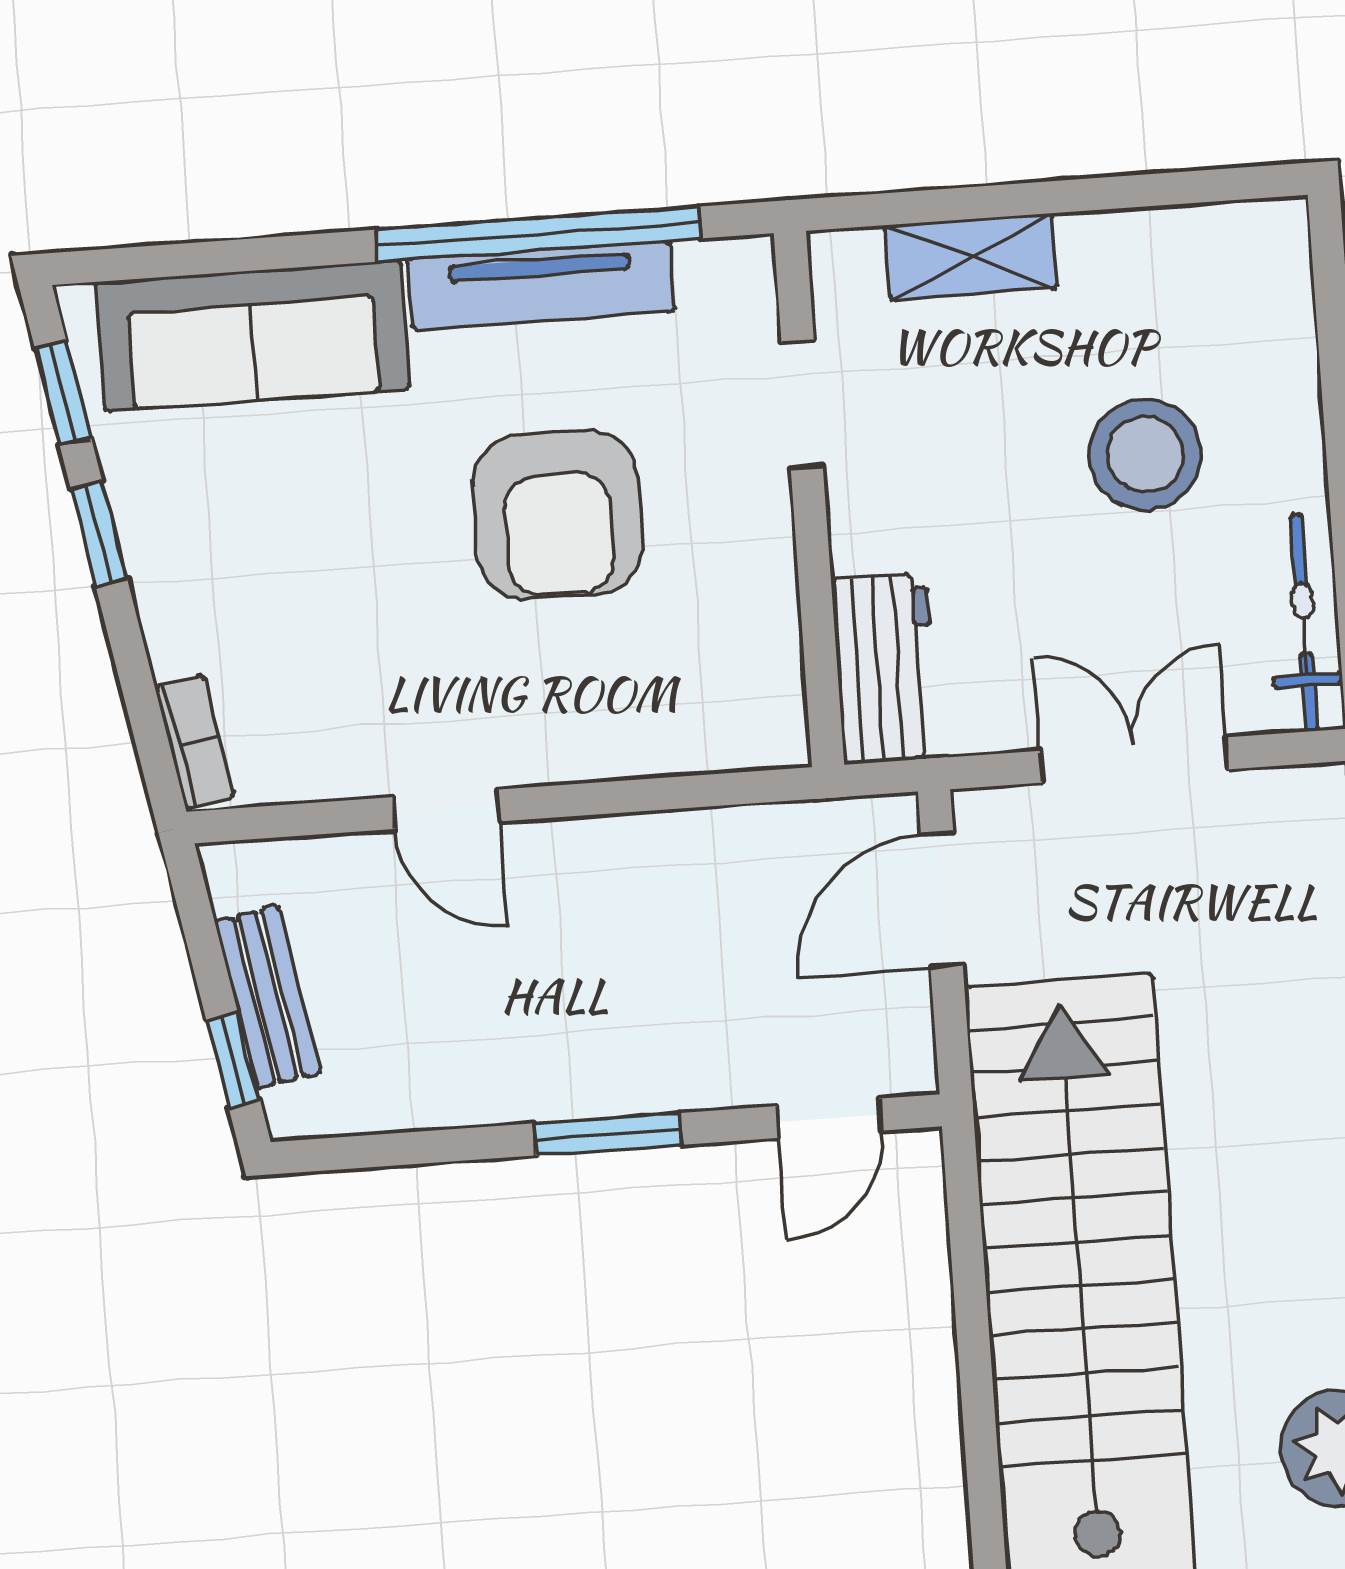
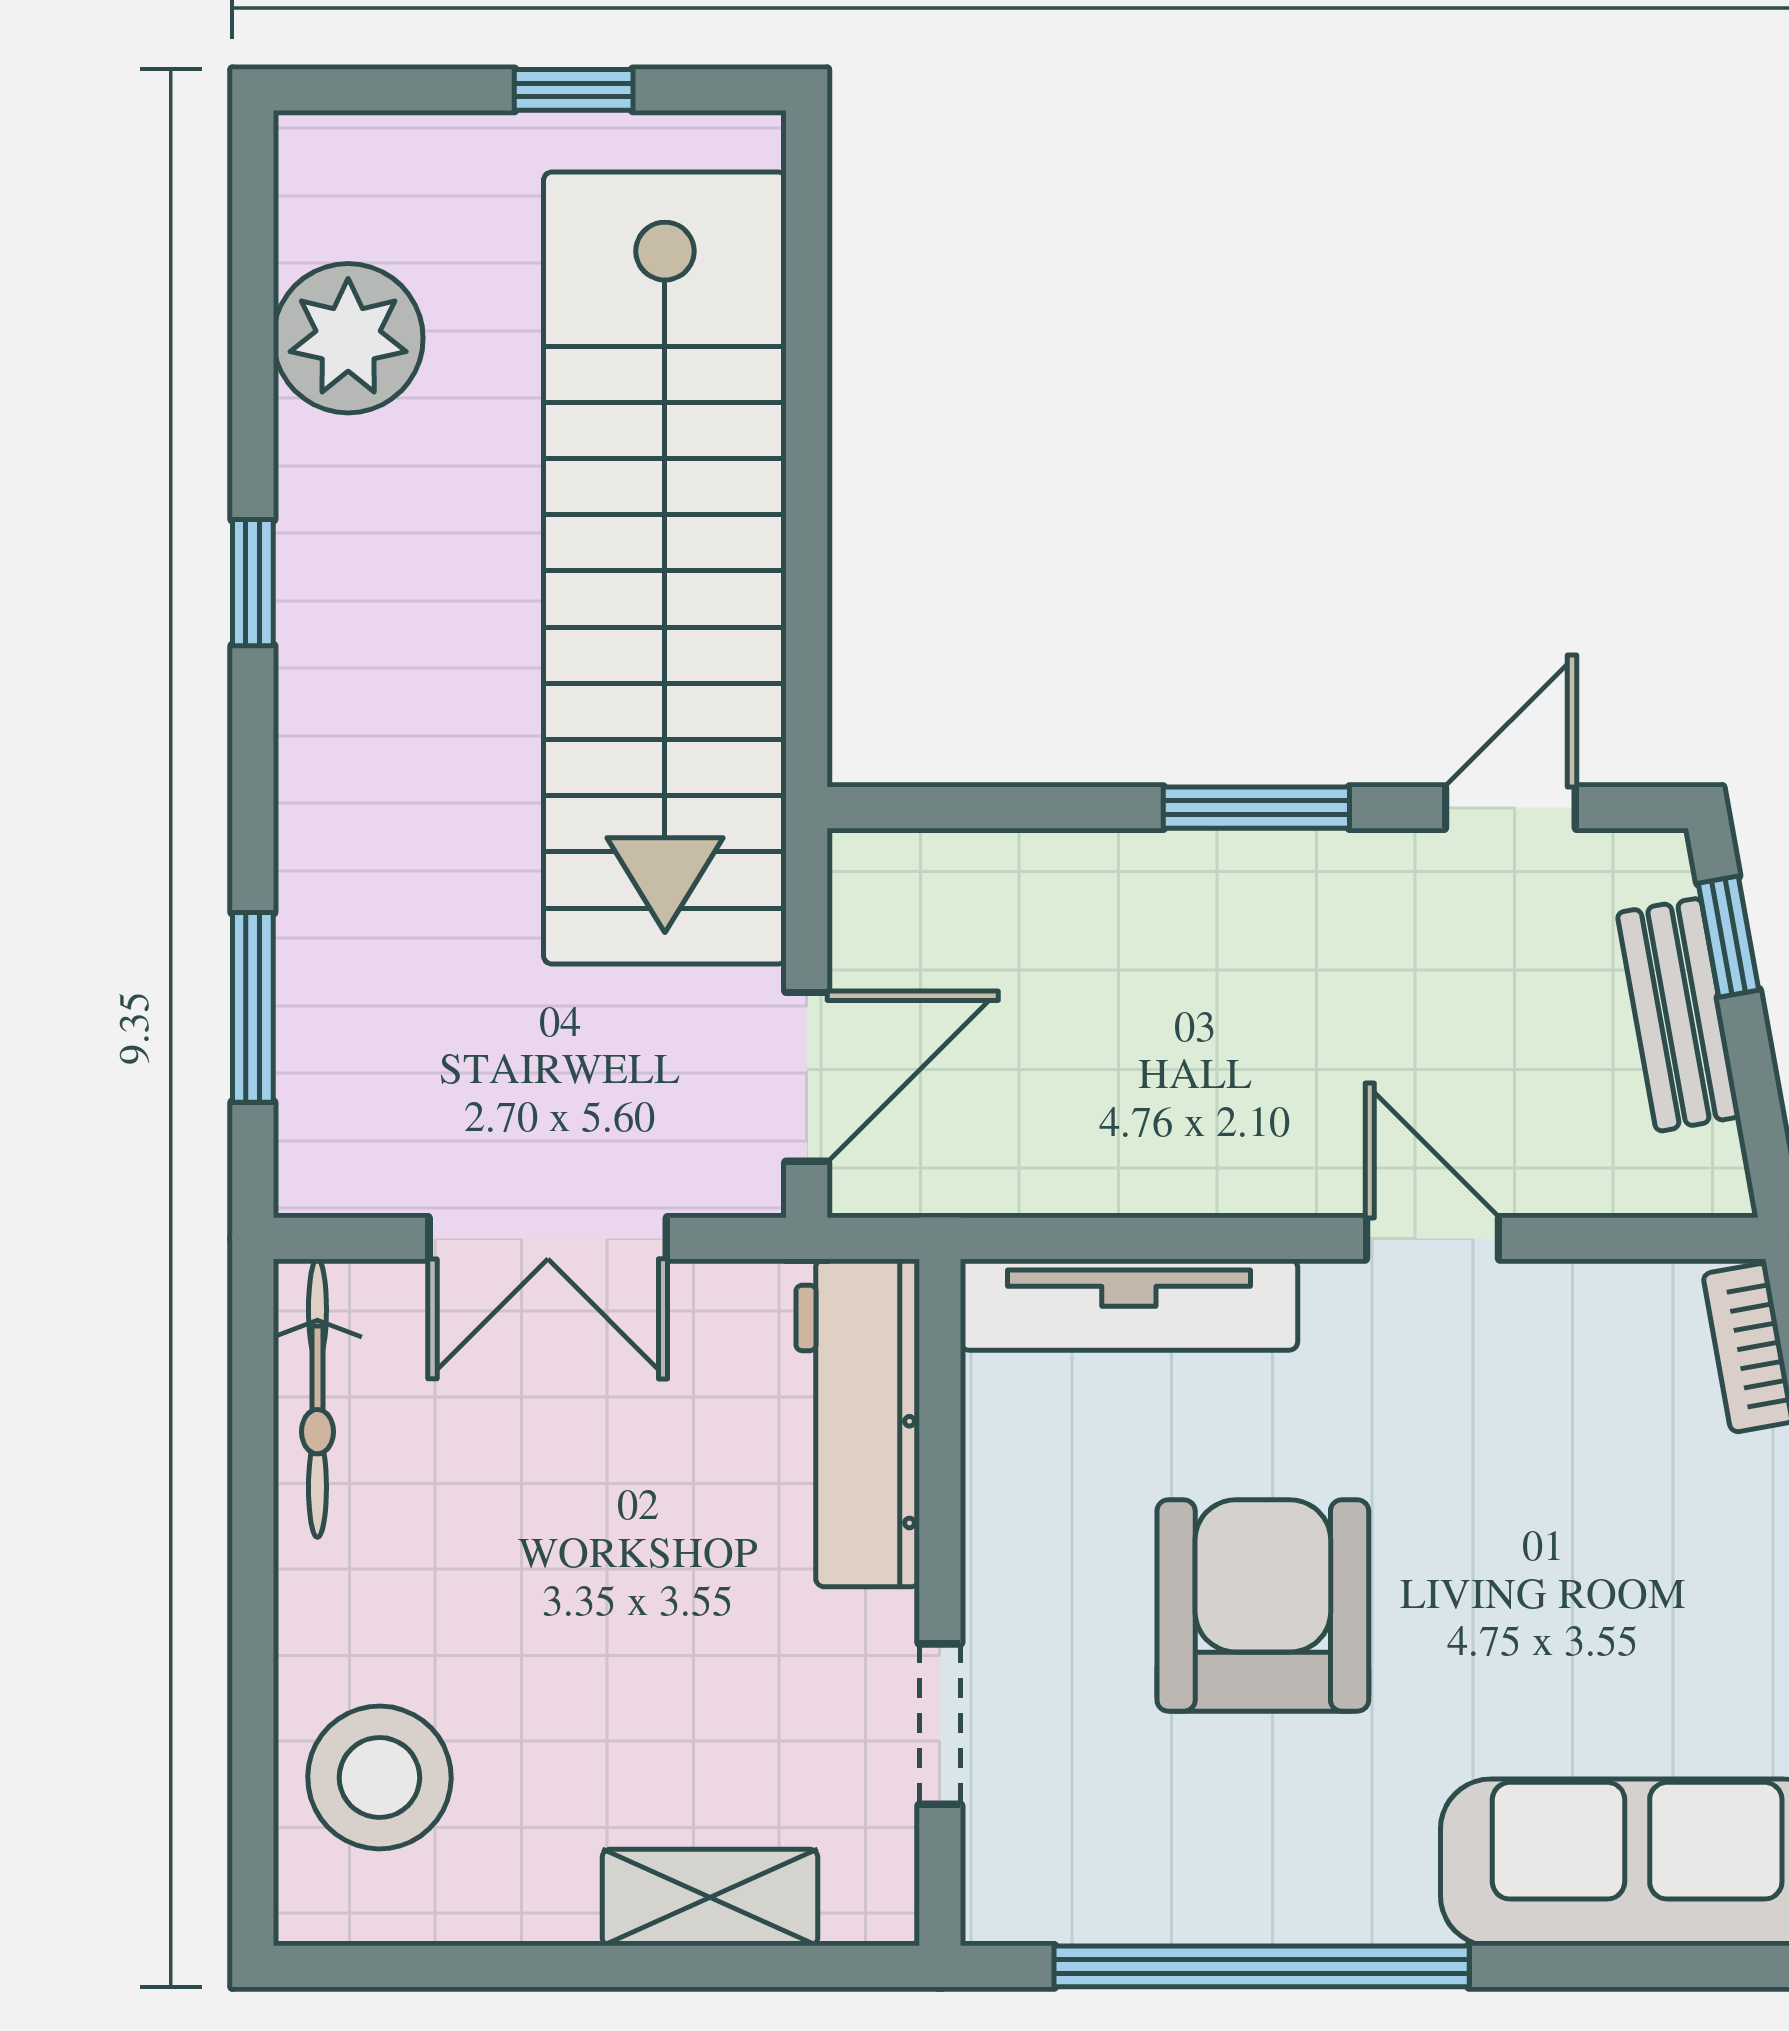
tv unit: (541, 286) -> (1129, 1305), moved, turned 180
stool: (1145, 454) -> (379, 1777), moved
workbench: (885, 669) -> (858, 1423), width x1.38
door: (829, 1118) -> (1510, 808), moved

